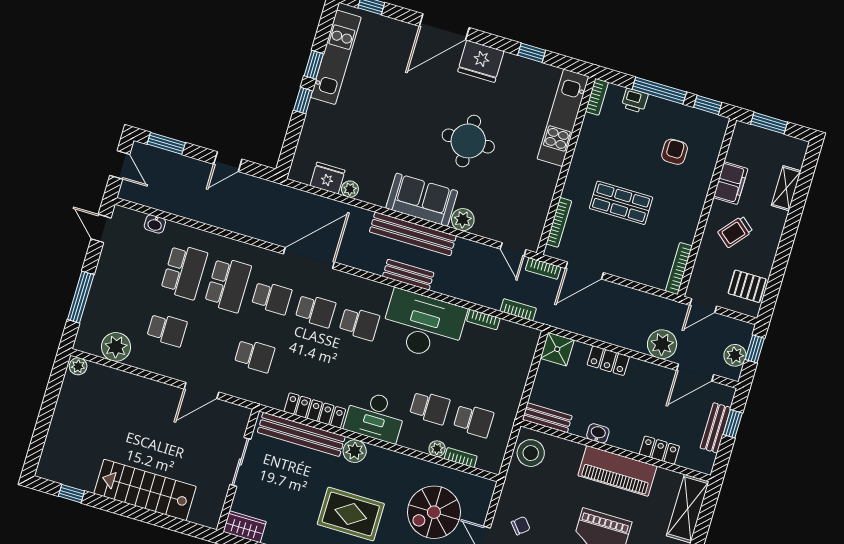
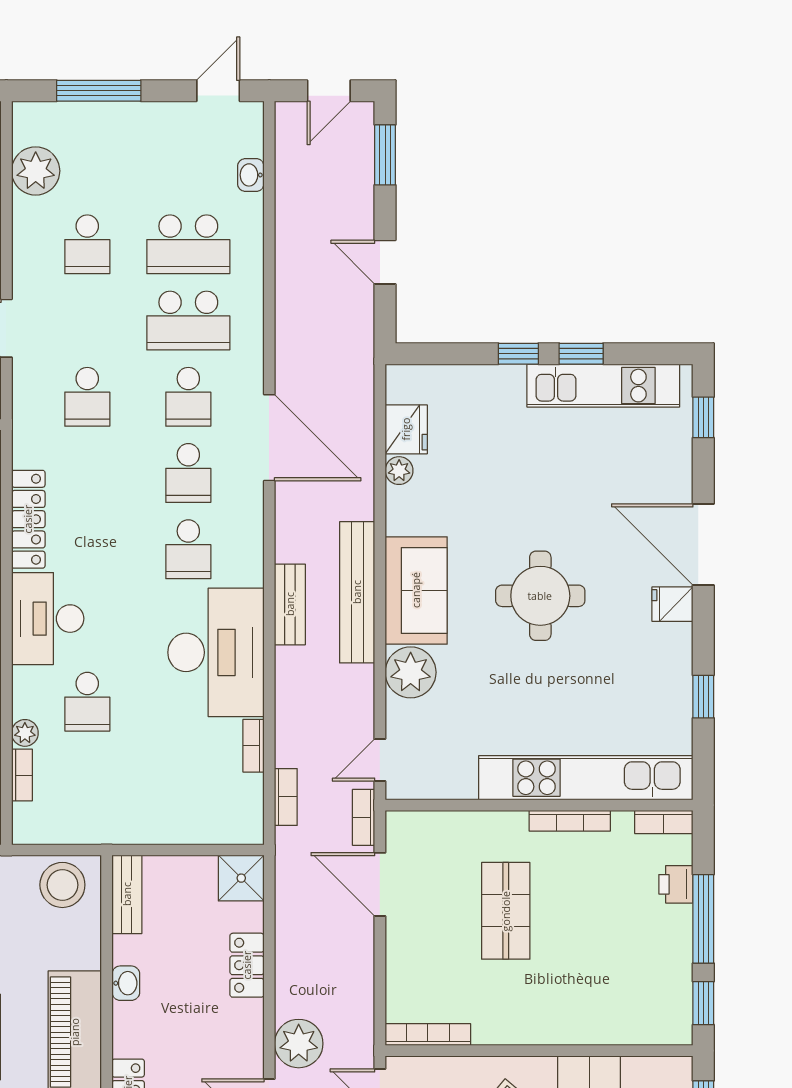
fridge: (481, 61) -> (672, 604), width x0.53, depth x0.75
kitchen unit: (563, 118) -> (586, 778), width x1.36
round table: (468, 141) -> (540, 596), moved
armchair: (675, 152) -> (613, 972), removed
plant: (463, 220) -> (411, 672), width x1.36, depth x1.36
bookcase: (559, 222) -> (570, 821), moved
school desk: (473, 421) -> (87, 778), removed

